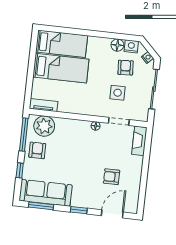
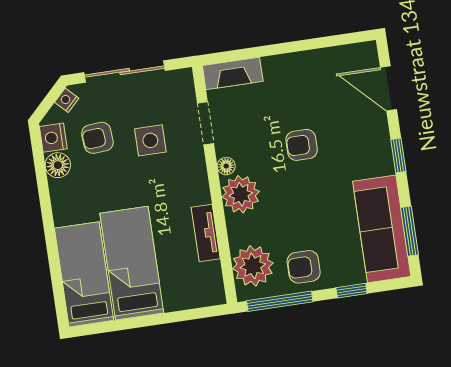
tv unit: (44, 105) -> (206, 233), moved
plant: (80, 129) -> (241, 194), added
armchair: (112, 177) -> (302, 145), moved, turned 90

